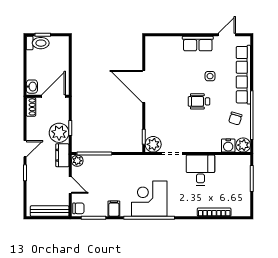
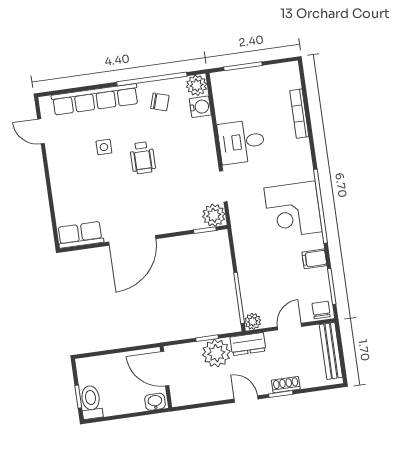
row of seats: (198, 44) -> (80, 235), moved, turned -90
shoe rack: (31, 107) -> (286, 385), moved

